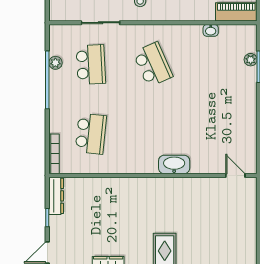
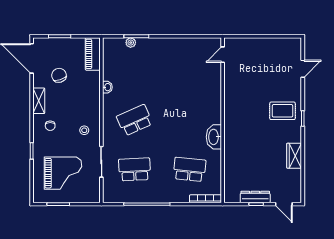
washbasin: (211, 30) -> (107, 87), moved
plant: (55, 63) -> (133, 198), removed
washbasin: (174, 164) -> (214, 137), moved
dresser: (56, 196) -> (255, 197), moved

